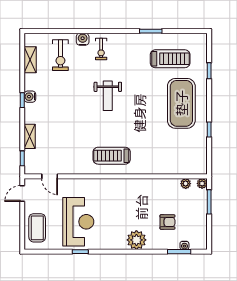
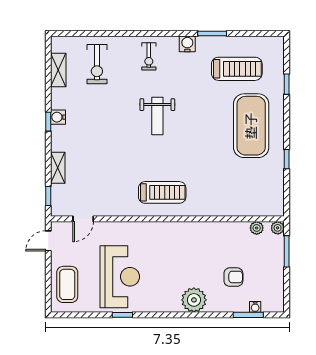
water cooler: (83, 39) -> (187, 44), moved
treadmill: (112, 156) -> (162, 192), turned 180
door: (50, 176) -> (83, 219), hinge flipped

